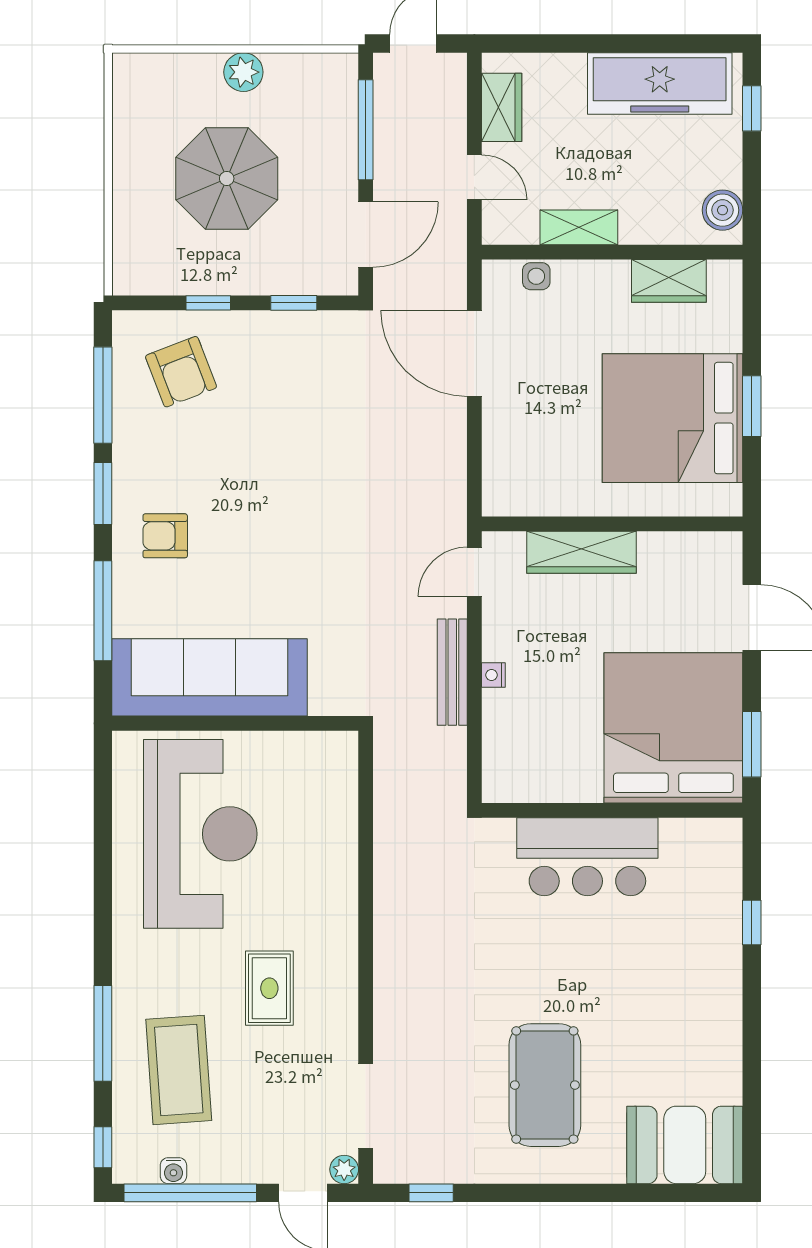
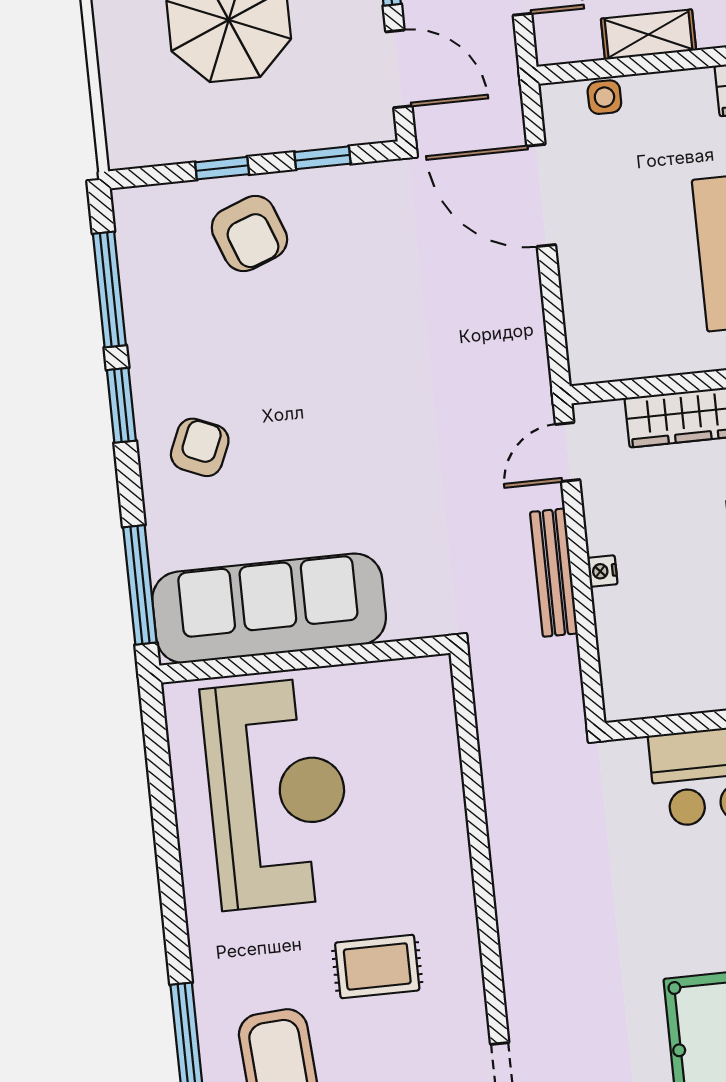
door: (366, 235) -> (399, 69), hinge flipped
armchair: (181, 372) -> (249, 234), moved
armchair: (165, 536) -> (200, 447), turned 113
window: (103, 611) -> (140, 585), moved
rug: (269, 988) -> (377, 966), turned 90

